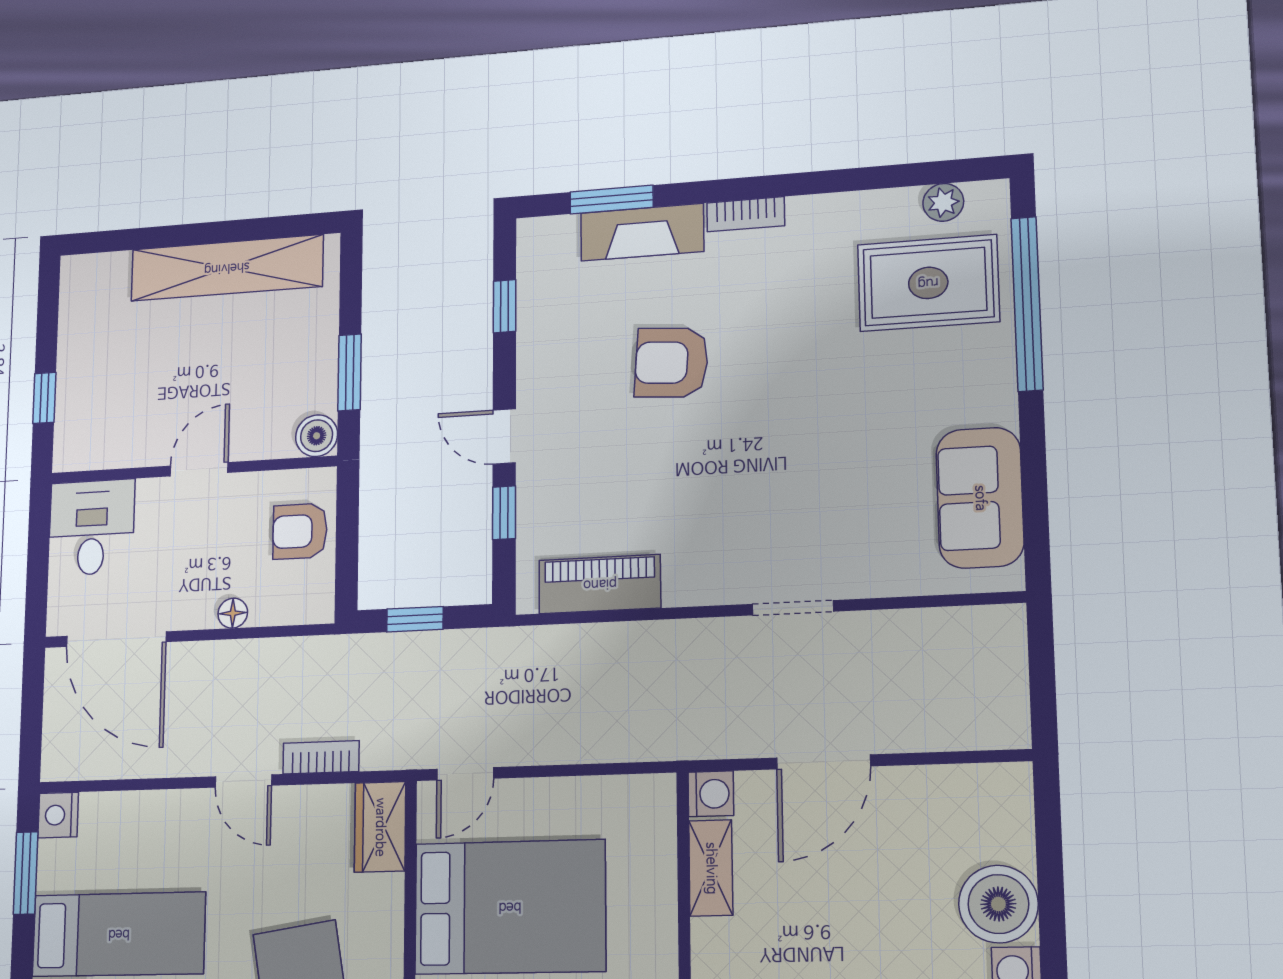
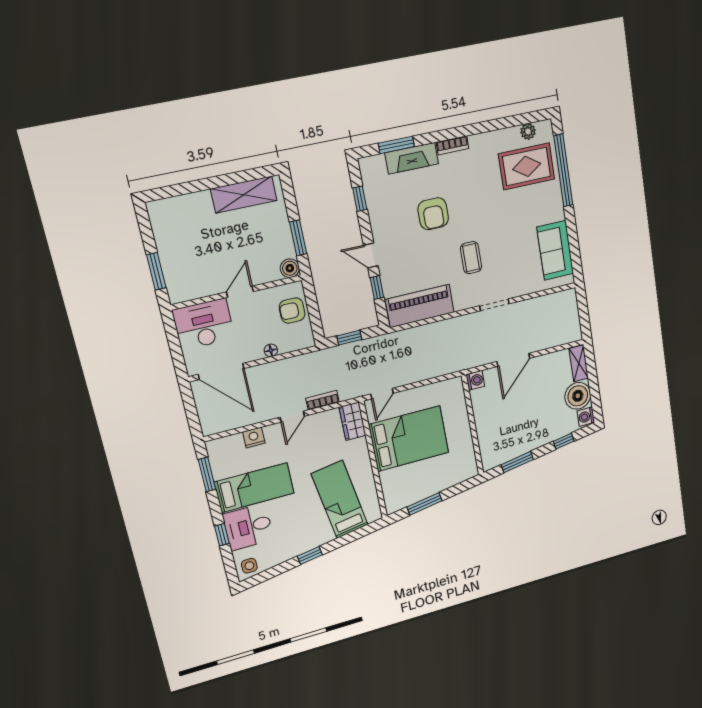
shelving: (227, 268) -> (244, 195), width x0.68
armchair: (671, 363) -> (433, 214), turned -94
window: (44, 398) -> (156, 271), width x1.50
coffee table: (750, 480) -> (471, 258), added
desk: (91, 528) -> (204, 324), width x1.37
piano: (600, 584) -> (420, 306), width x1.37, depth x1.33
door: (243, 781) -> (292, 417), hinge flipped
nightstand: (58, 815) -> (254, 438), moved, turned 90
shelving: (711, 868) -> (579, 363), moved

